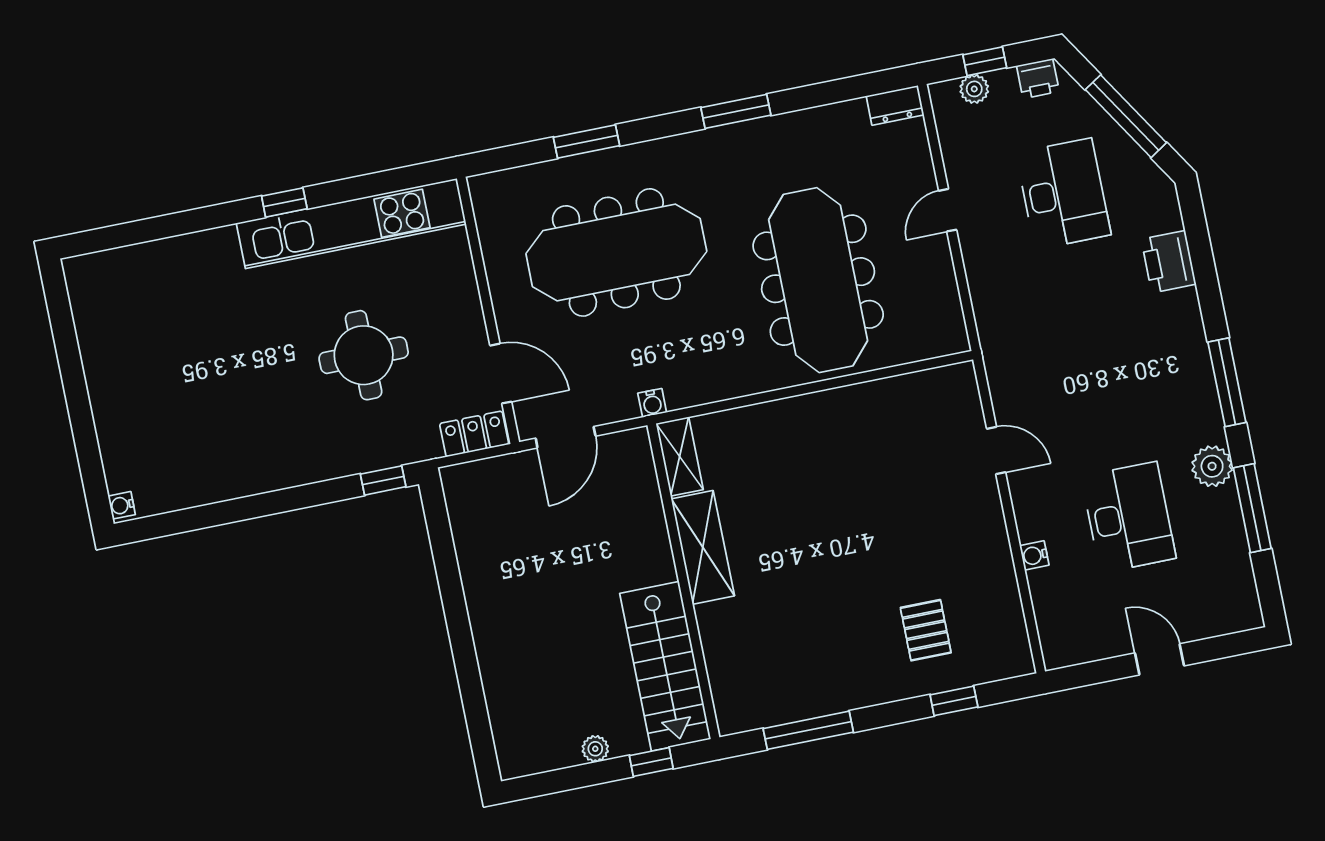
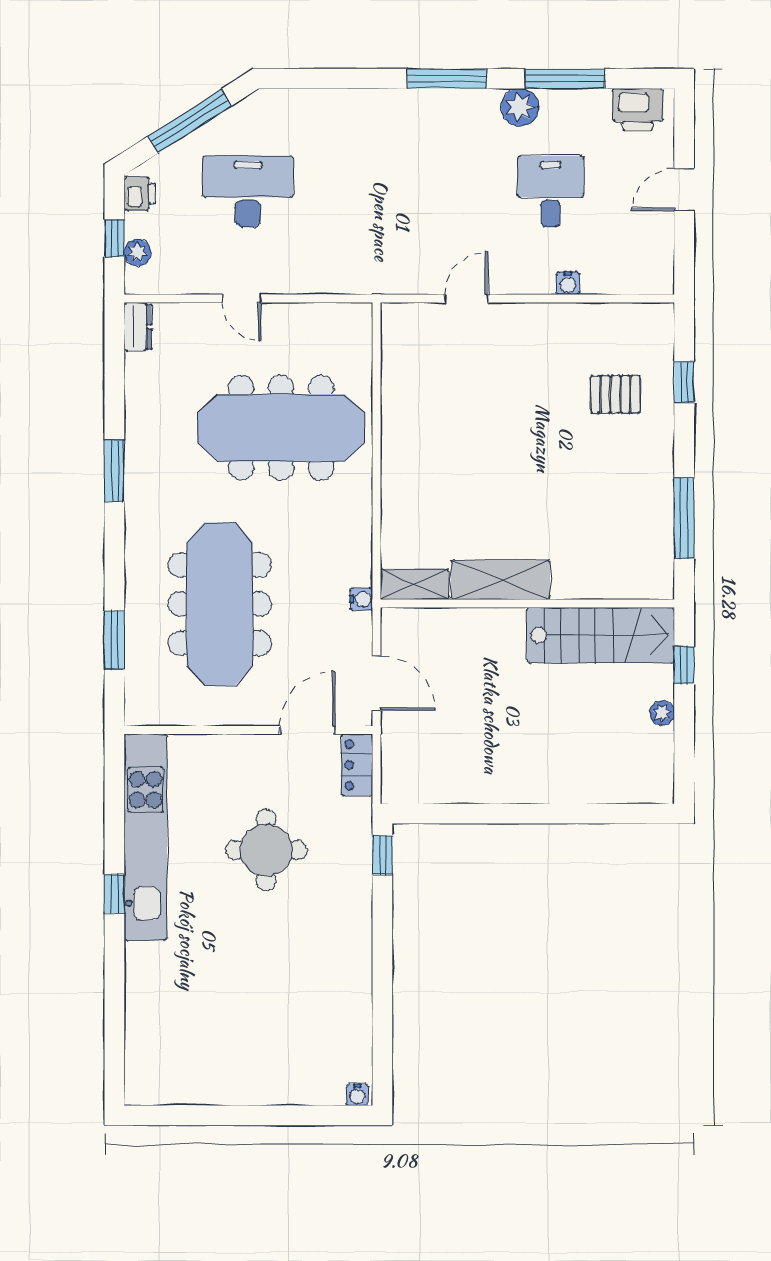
window: (586, 142) -> (114, 640), moved
printer: (1169, 262) -> (638, 109), moved
desk: (1129, 517) -> (551, 191), width x0.73

